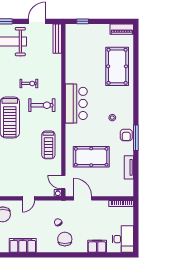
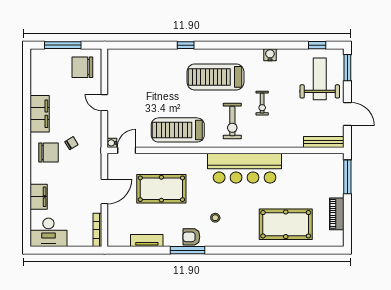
window: (83, 21) -> (347, 177), width x2.17
piano: (122, 29) -> (337, 214), moved
bar counter: (76, 103) -> (245, 168), width x1.36
treadmill: (48, 145) -> (178, 130), width x1.37, depth x1.38
pool table: (91, 157) -> (161, 189), turned 90
door: (83, 198) -> (104, 192), moved
filing cabinet: (23, 245) -> (40, 114), moved

